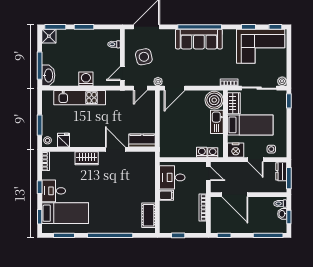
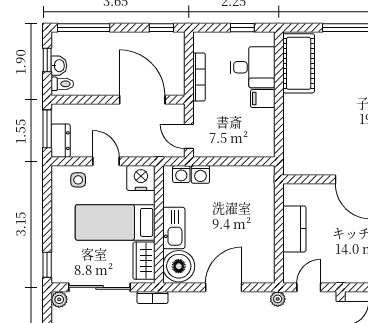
door: (174, 88) -> (224, 287), moved
kitchen counter: (142, 140) -> (294, 229), moved, turned -90
desk: (172, 177) -> (252, 67), moved
cot: (148, 215) -> (299, 63), width x1.37, depth x1.34

